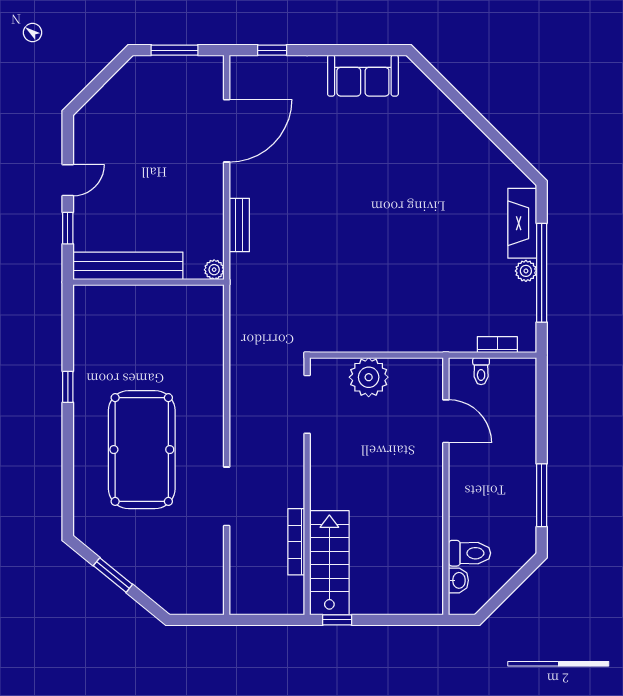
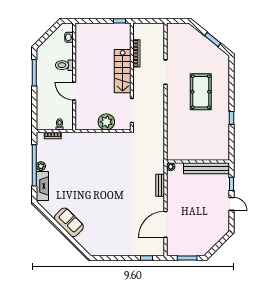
sofa: (363, 76) -> (69, 222), moved, turned 45
door: (68, 180) -> (232, 204), swing flipped
door: (446, 421) -> (74, 91), moved
pool table: (142, 450) -> (201, 92), width x0.73, depth x0.76
toilet: (470, 553) -> (64, 65), moved
stairs: (329, 563) -> (123, 71), moved

